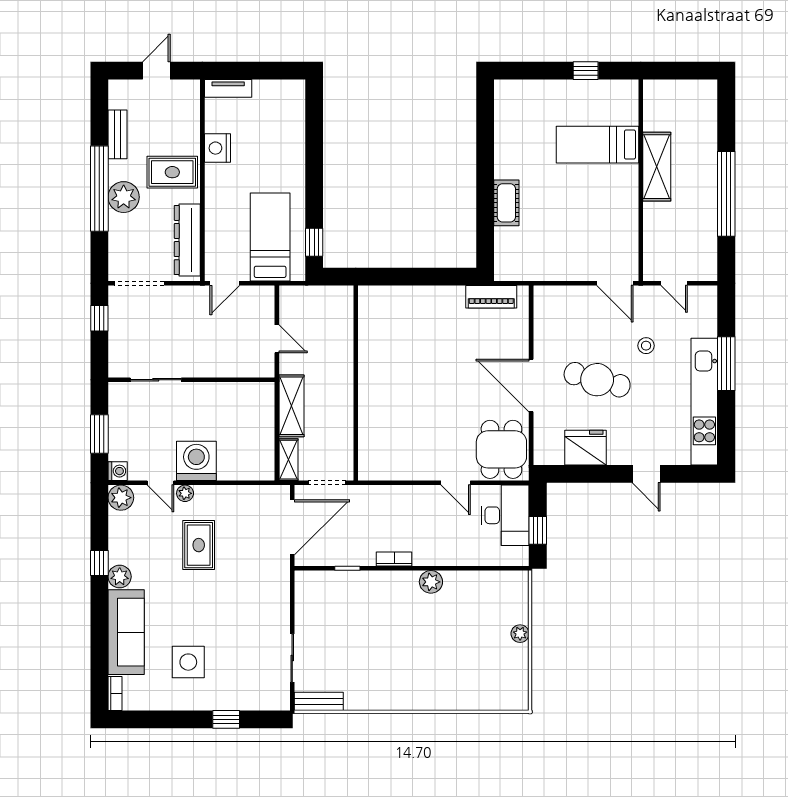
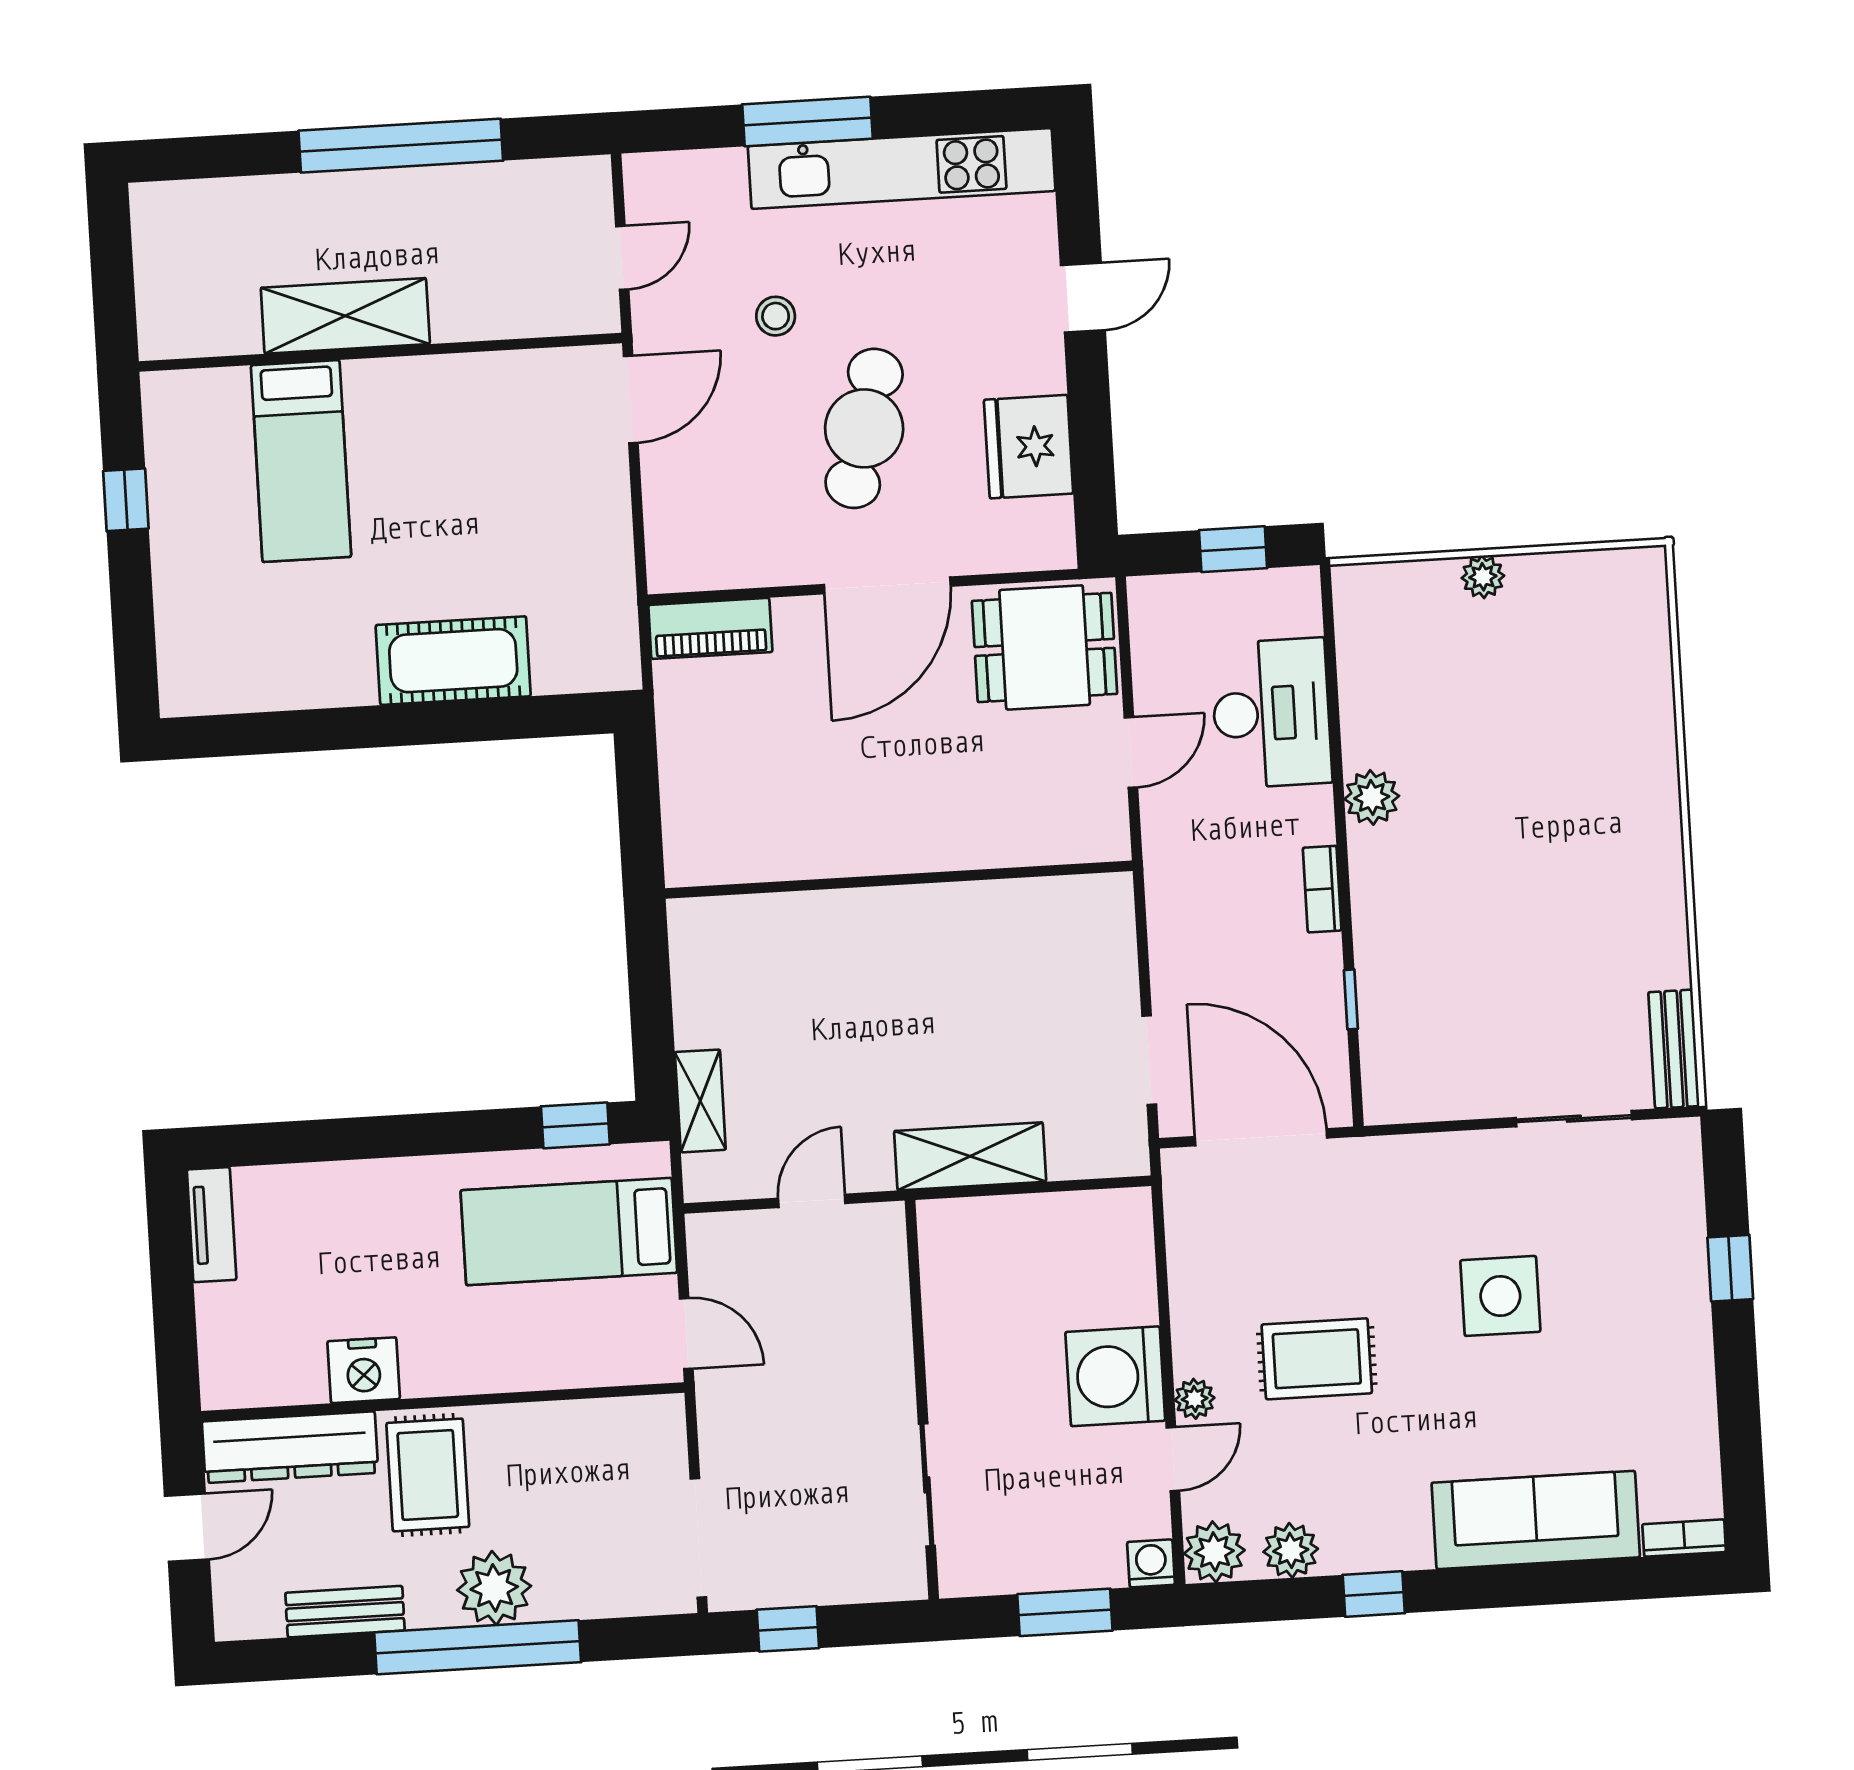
door: (156, 71) -> (187, 1528), swing flipped
tv unit: (228, 88) -> (212, 1225), moved
cot: (506, 203) -> (453, 661), width x1.37, depth x1.34
dresser: (187, 240) -> (290, 1447), moved
piano: (491, 297) -> (710, 628), moved, turned 90
wall: (356, 383) -> (899, 880), moved
shelving: (289, 460) -> (700, 1101), moved, turned 90
desk: (505, 515) -> (1271, 713), moved, turned 90
plant: (120, 577) -> (1291, 1550), moved
side table: (188, 662) -> (1500, 1296), moved

